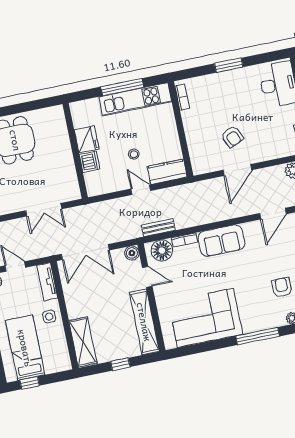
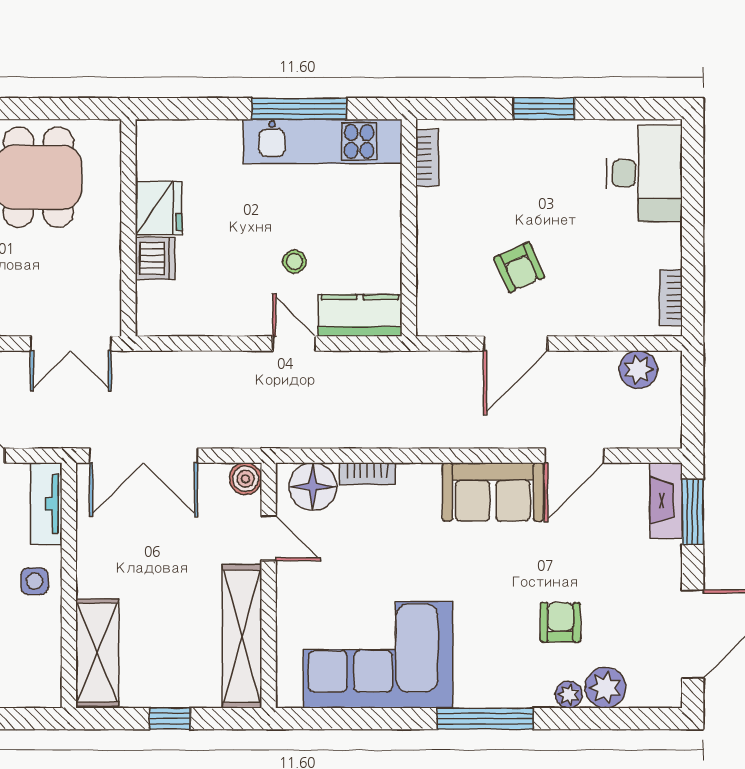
fridge: (87, 139) -> (158, 208), moved
wall: (75, 151) -> (128, 228), moved
dishwasher: (90, 162) -> (155, 259), moved
bench: (158, 228) -> (315, 435), removed
sofa: (221, 241) -> (493, 492), moved

